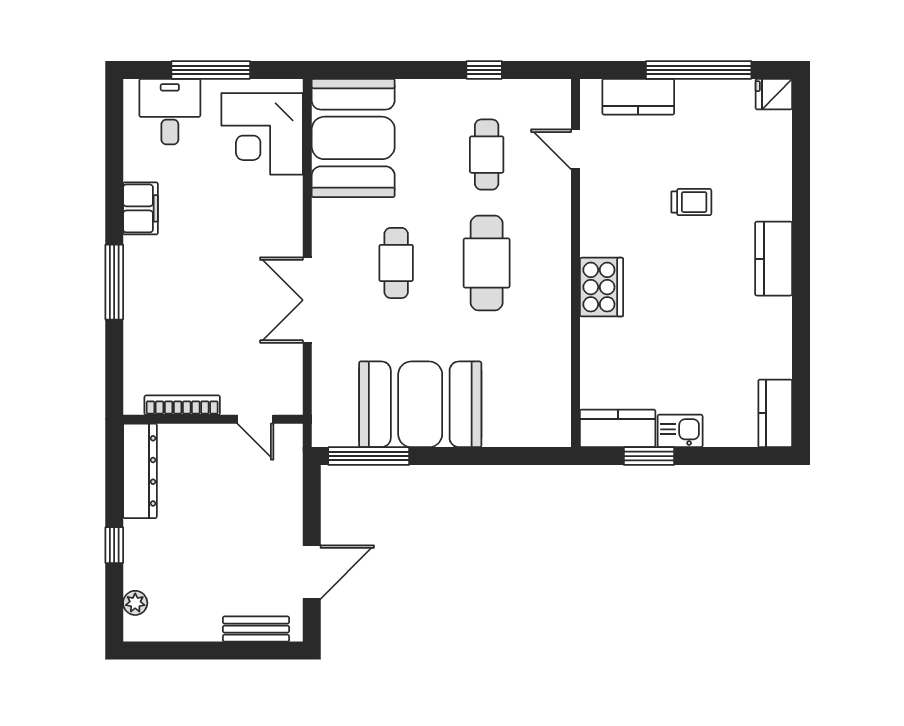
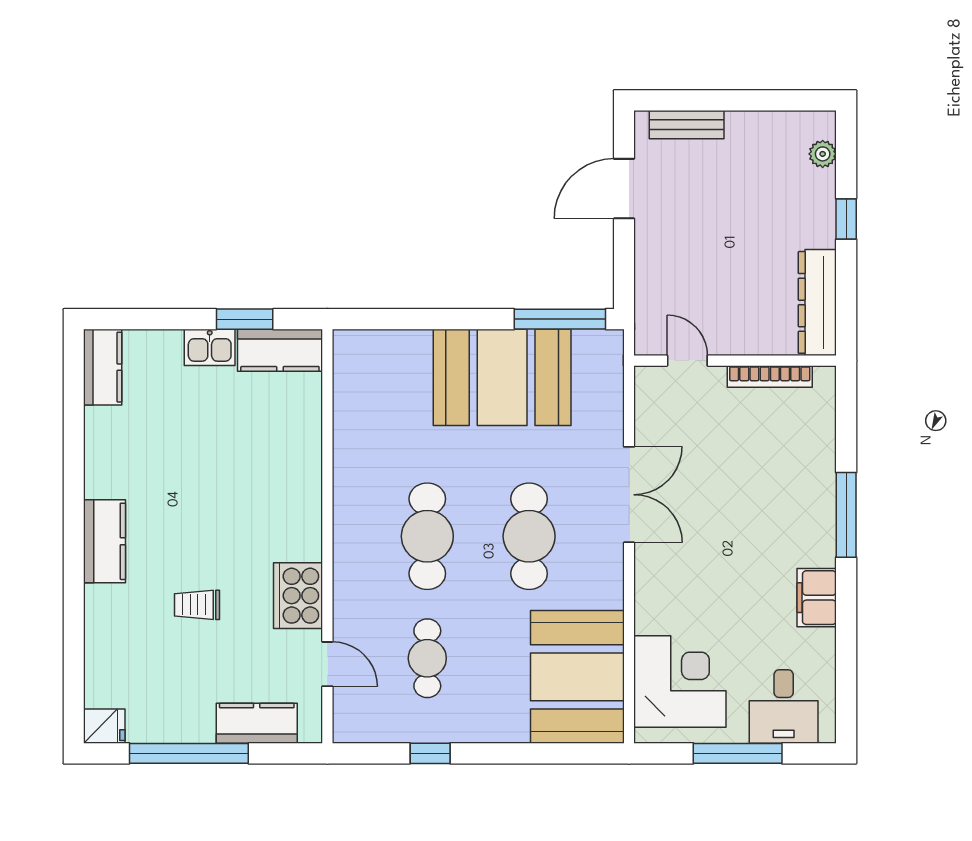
cafe table: (396, 263) -> (529, 536), width x1.37, depth x1.35
cooker: (602, 287) -> (298, 596), moved

